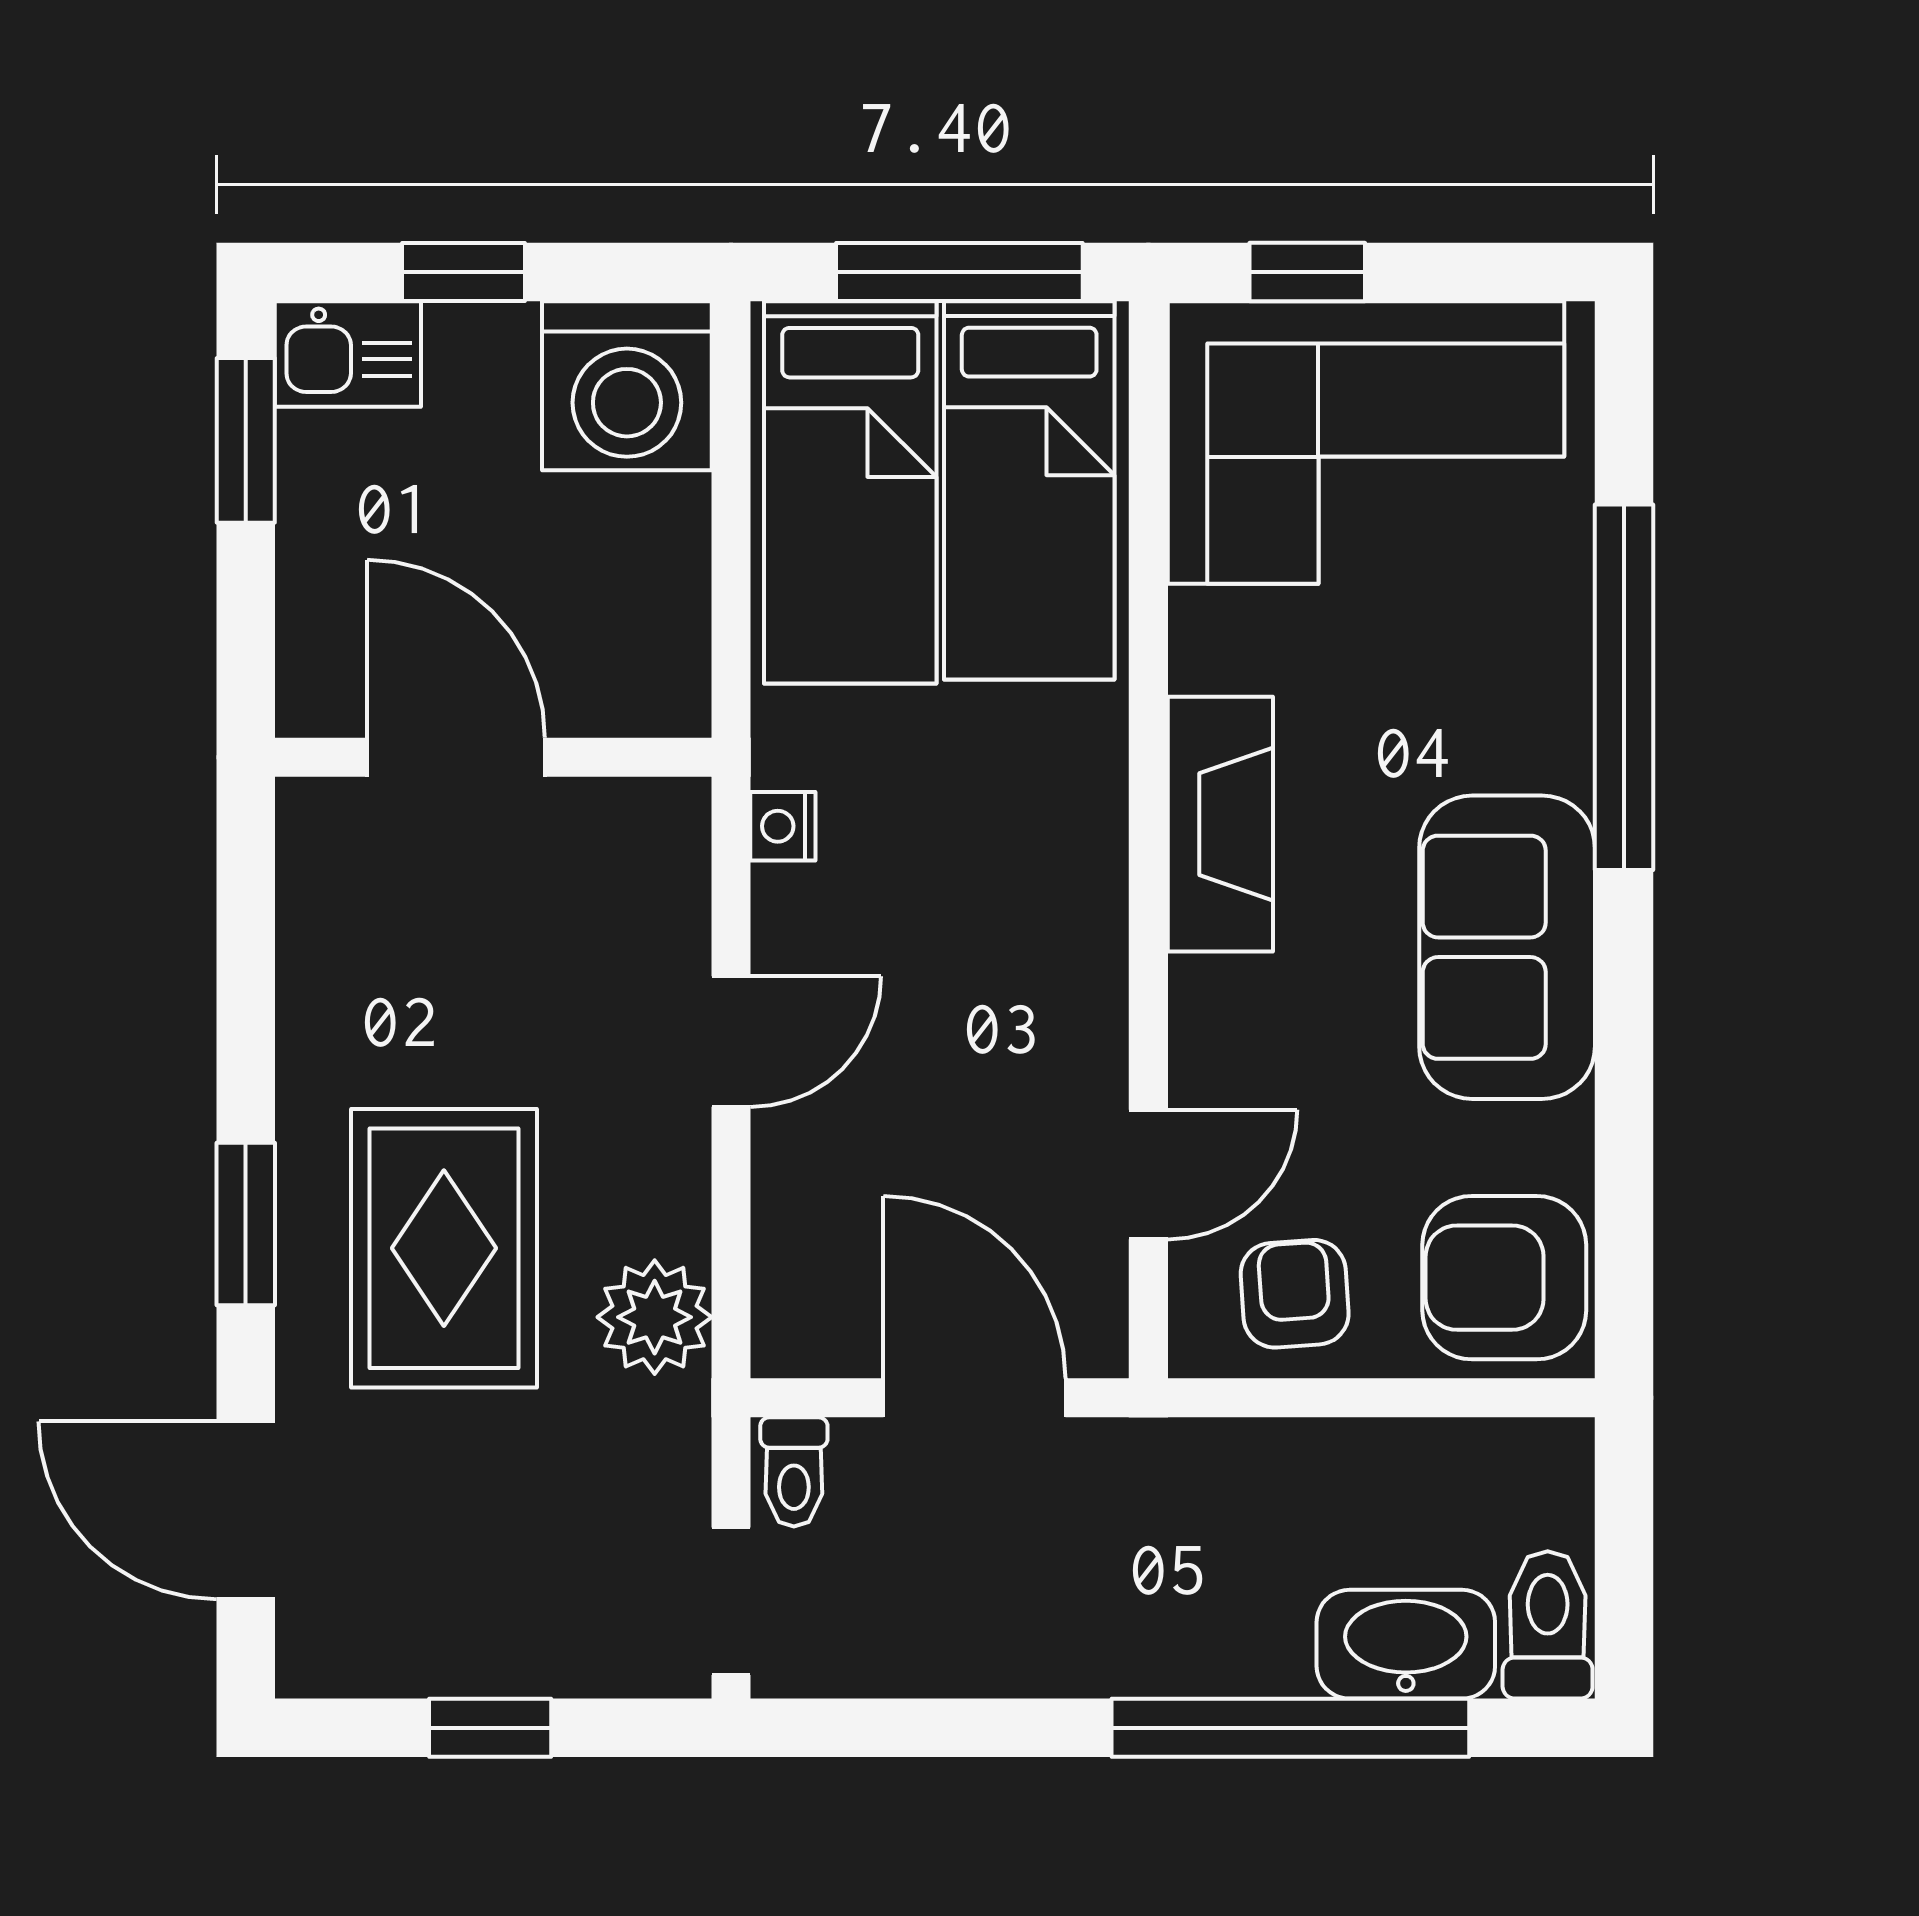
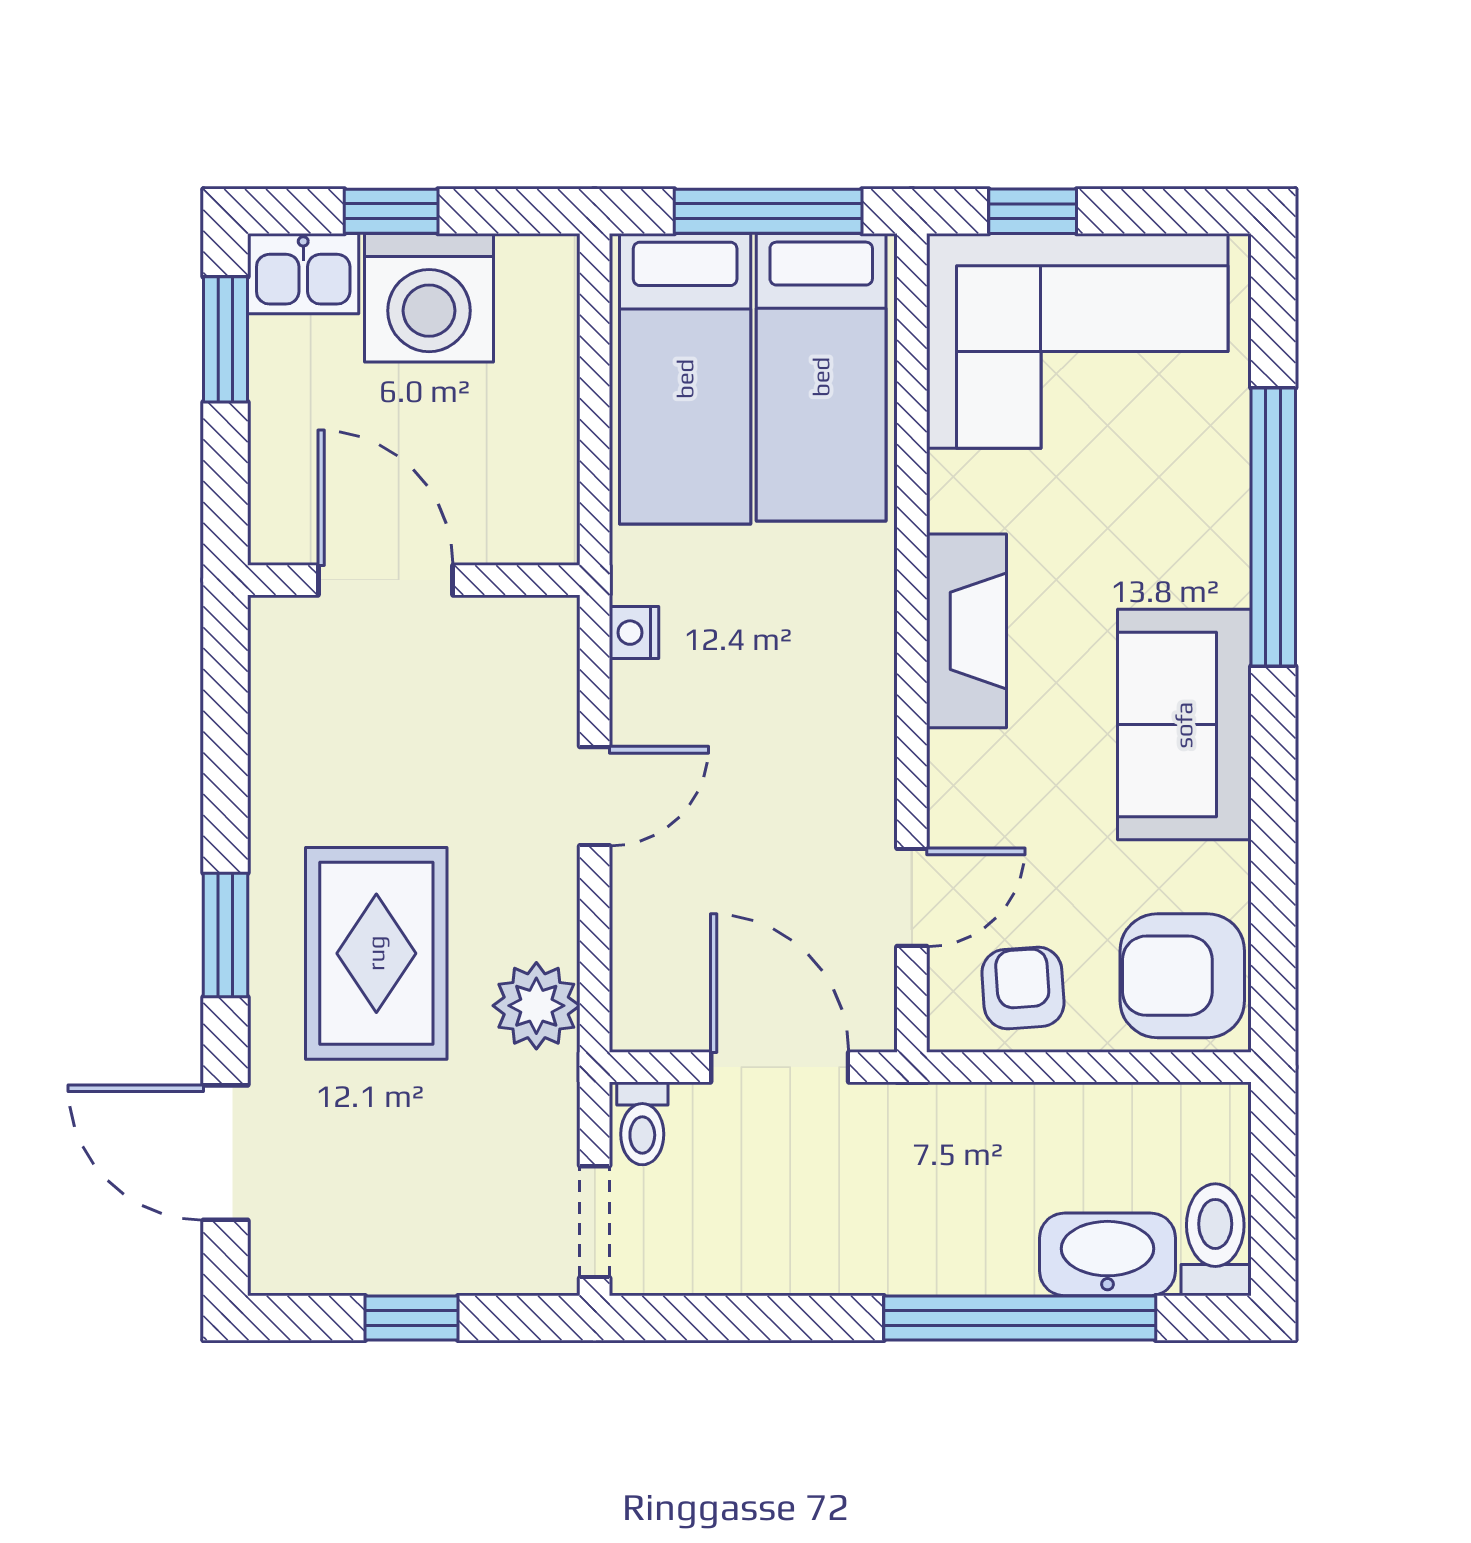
washing machine: (627, 386) -> (429, 298), moved

